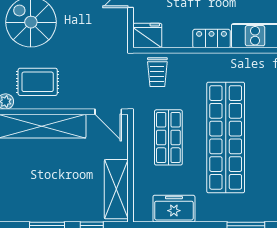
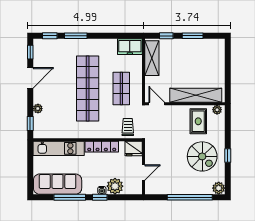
locker: (211, 39) -> (102, 147), width x1.53
rug: (38, 82) -> (198, 121), turned 90
freezer: (174, 209) -> (130, 47), moved

